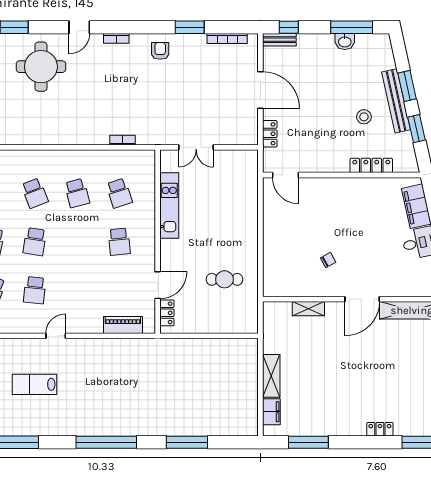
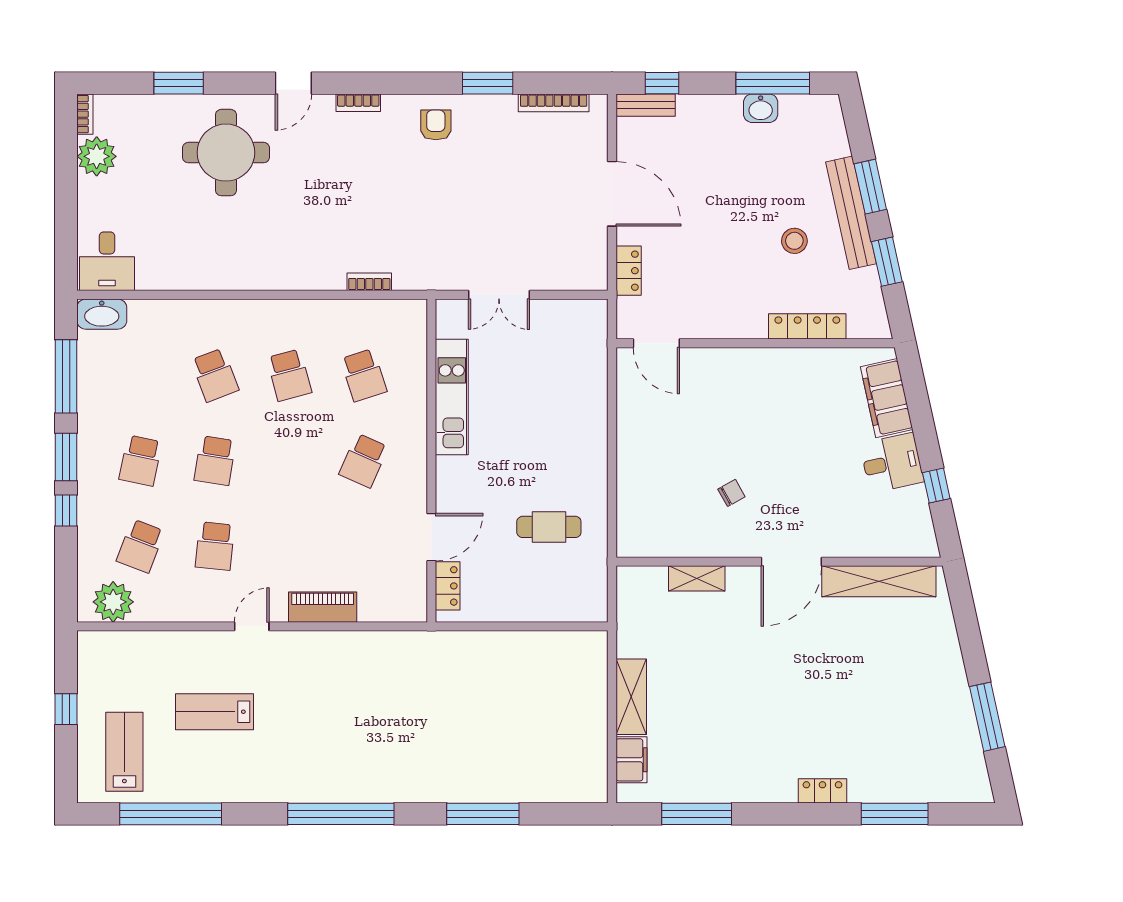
school desk: (119, 242) -> (364, 461), turned 30
piano: (123, 325) -> (323, 607), moved

